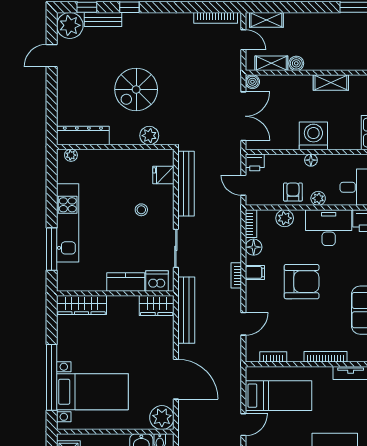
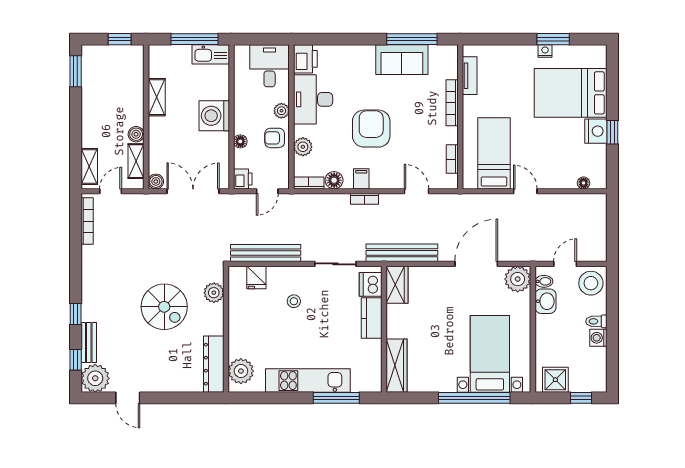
plant: (71, 155) -> (241, 371), width x1.88, depth x1.88
floor lamp: (311, 160) -> (240, 141), moved

